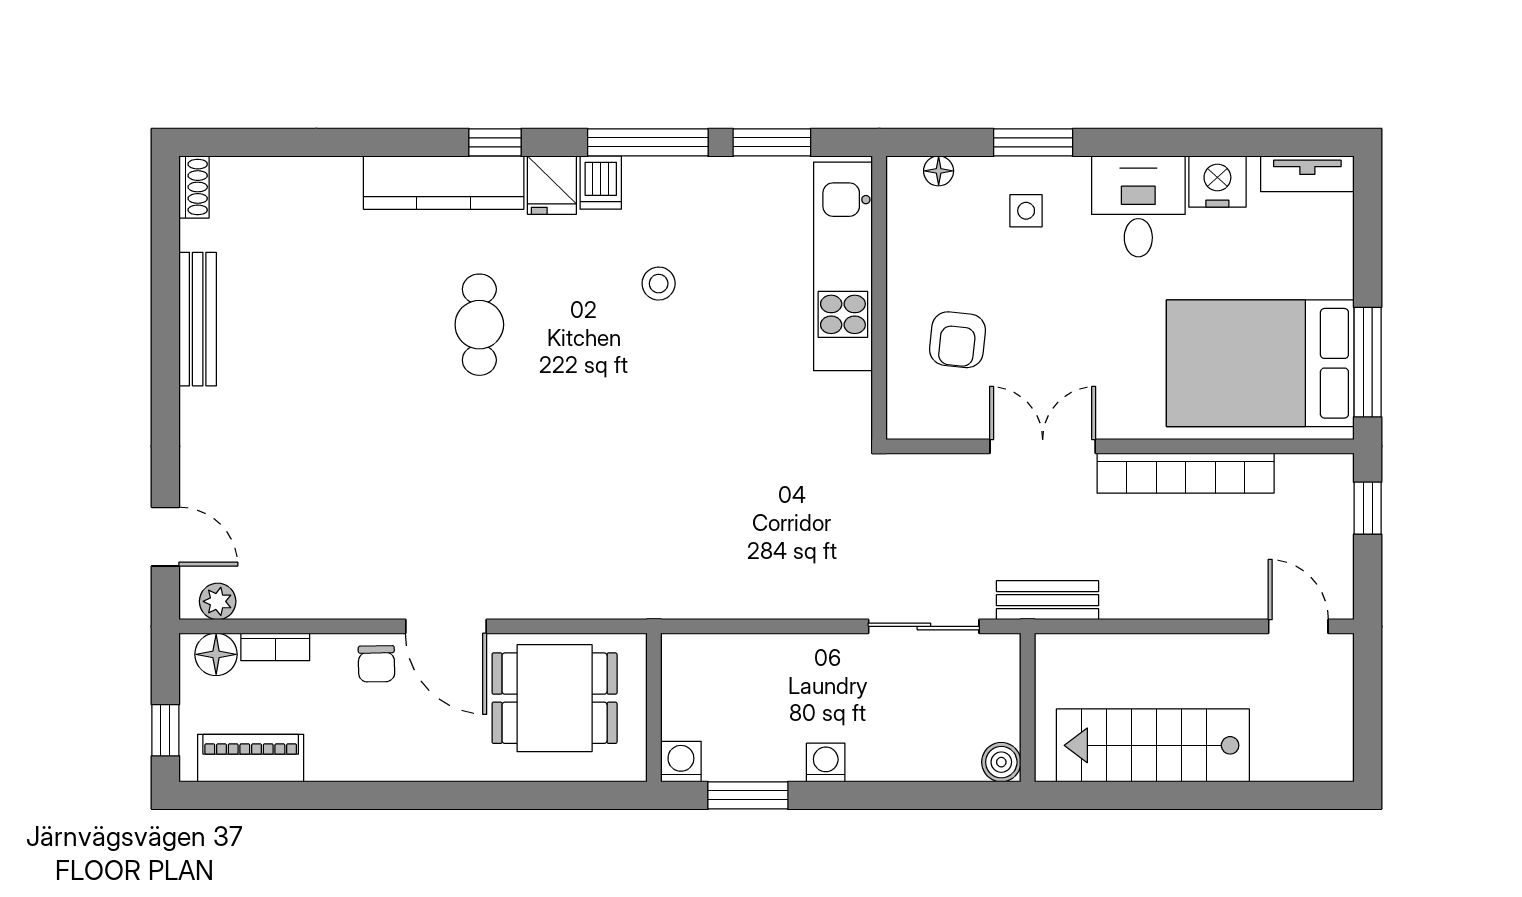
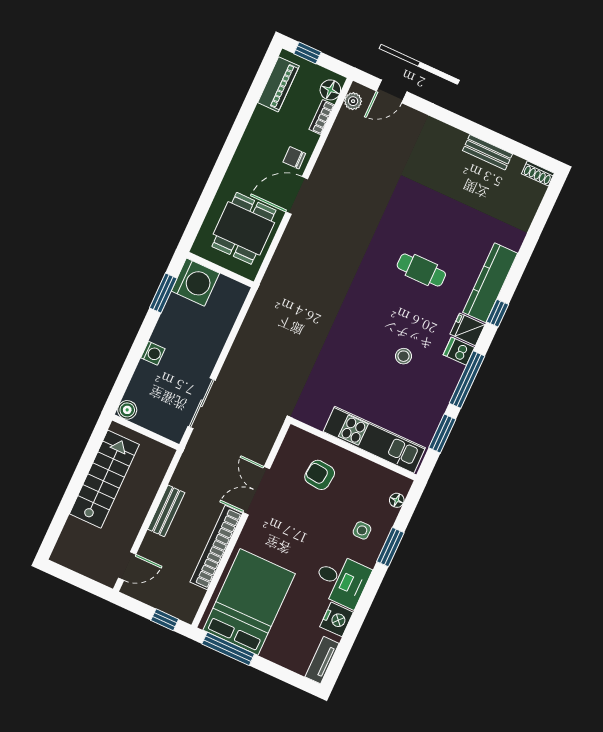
bench: (198, 319) -> (488, 152), width x0.73
double door: (1043, 446) -> (256, 491), swing flipped
bench: (1047, 600) -> (166, 511), moved
washing machine: (681, 762) -> (195, 282), width x1.89, depth x1.89
washing machine: (826, 762) -> (153, 353), moved

